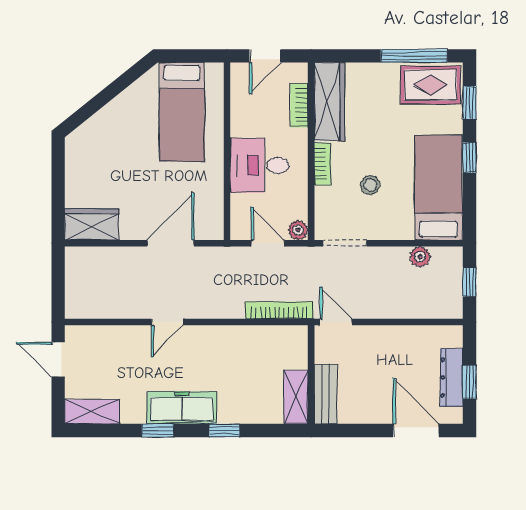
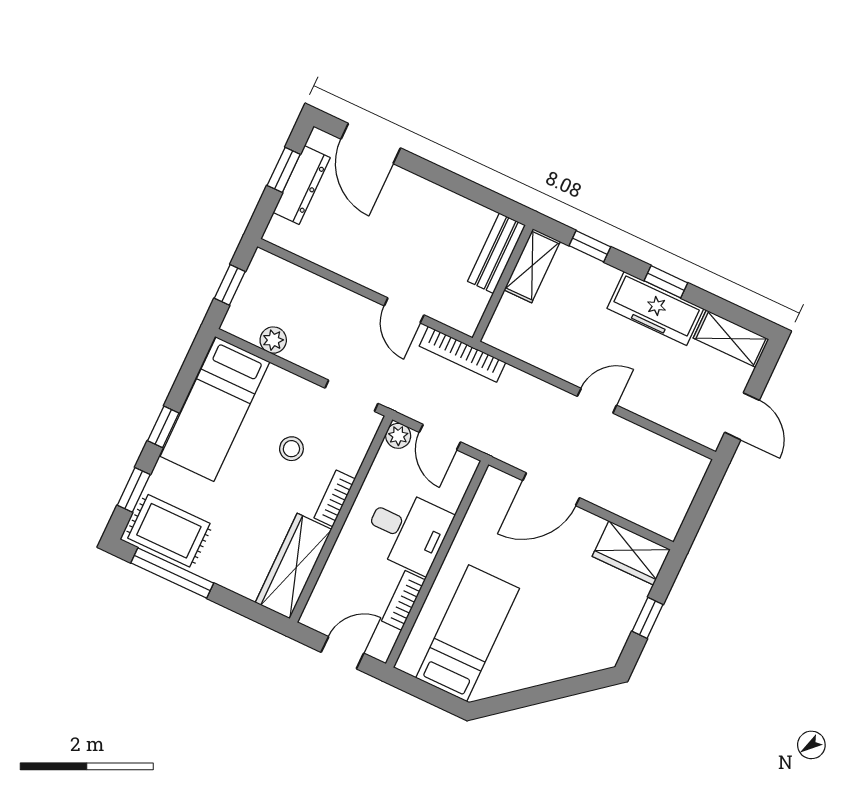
bookcase: (299, 105) -> (403, 600), moved, turned 180
window: (58, 183) -> (648, 618), added
wall: (311, 375) -> (503, 283), moved
bench: (326, 394) -> (497, 253), moved
shelving: (296, 397) -> (532, 266), moved
freezer: (182, 408) -> (655, 309), moved

